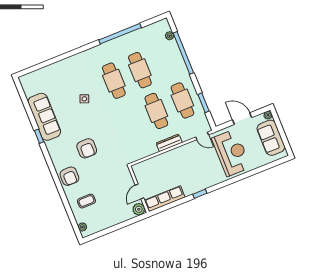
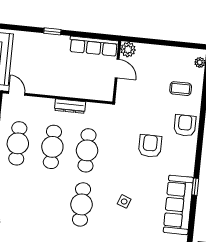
cafe table: (140, 70) -> (87, 150), moved
dresser: (169, 143) -> (70, 106), moved
door: (139, 191) -> (117, 69), hinge flipped

